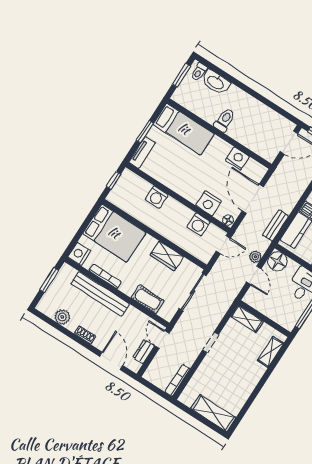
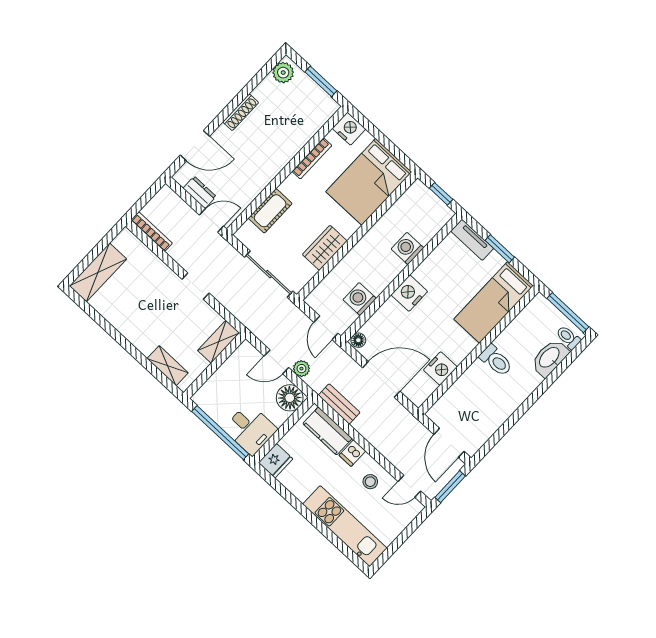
window: (181, 75) -> (568, 313), width x1.44
nightstand: (209, 203) -> (409, 293), moved
bench: (100, 294) -> (289, 147), removed
plant: (62, 317) -> (283, 73), moved
shoe rack: (85, 335) -> (241, 112), width x1.43

